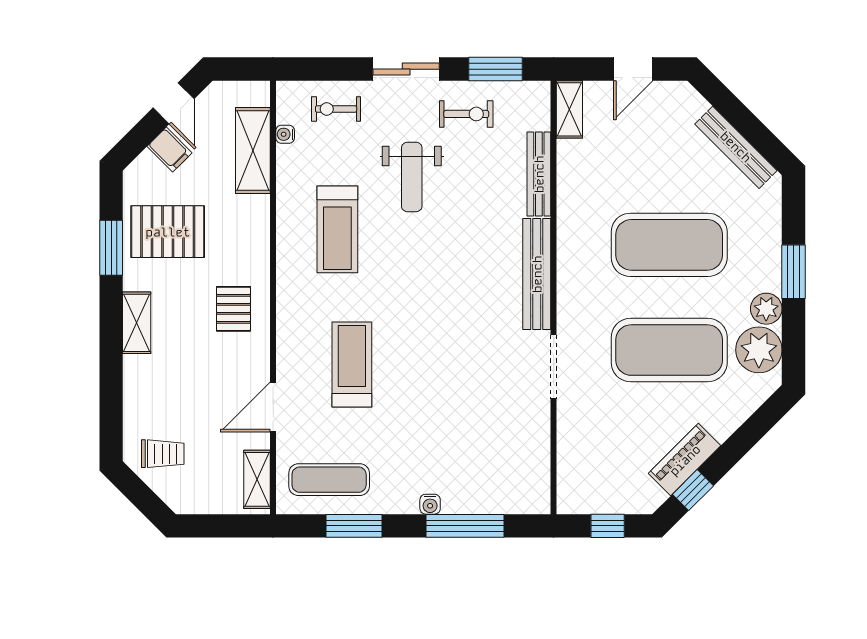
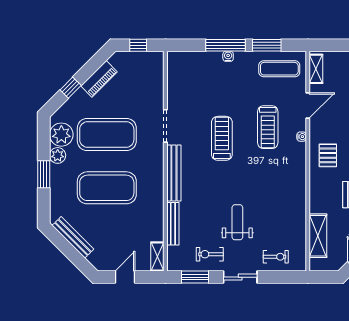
water cooler: (285, 134) -> (302, 137), moved
treadmill: (337, 229) -> (222, 138), moved
window: (693, 490) -> (71, 88), moved
window: (465, 526) -> (226, 45), moved

